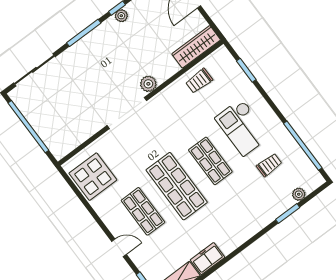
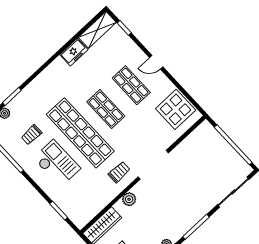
trolley: (199, 81) -> (119, 172), moved
plant: (148, 84) -> (129, 199), moved
shop shelf: (210, 161) -> (80, 133), width x2.00, depth x1.36
shop shelf: (177, 186) -> (106, 109), width x0.70, depth x0.74
door: (119, 248) -> (156, 62), moved

